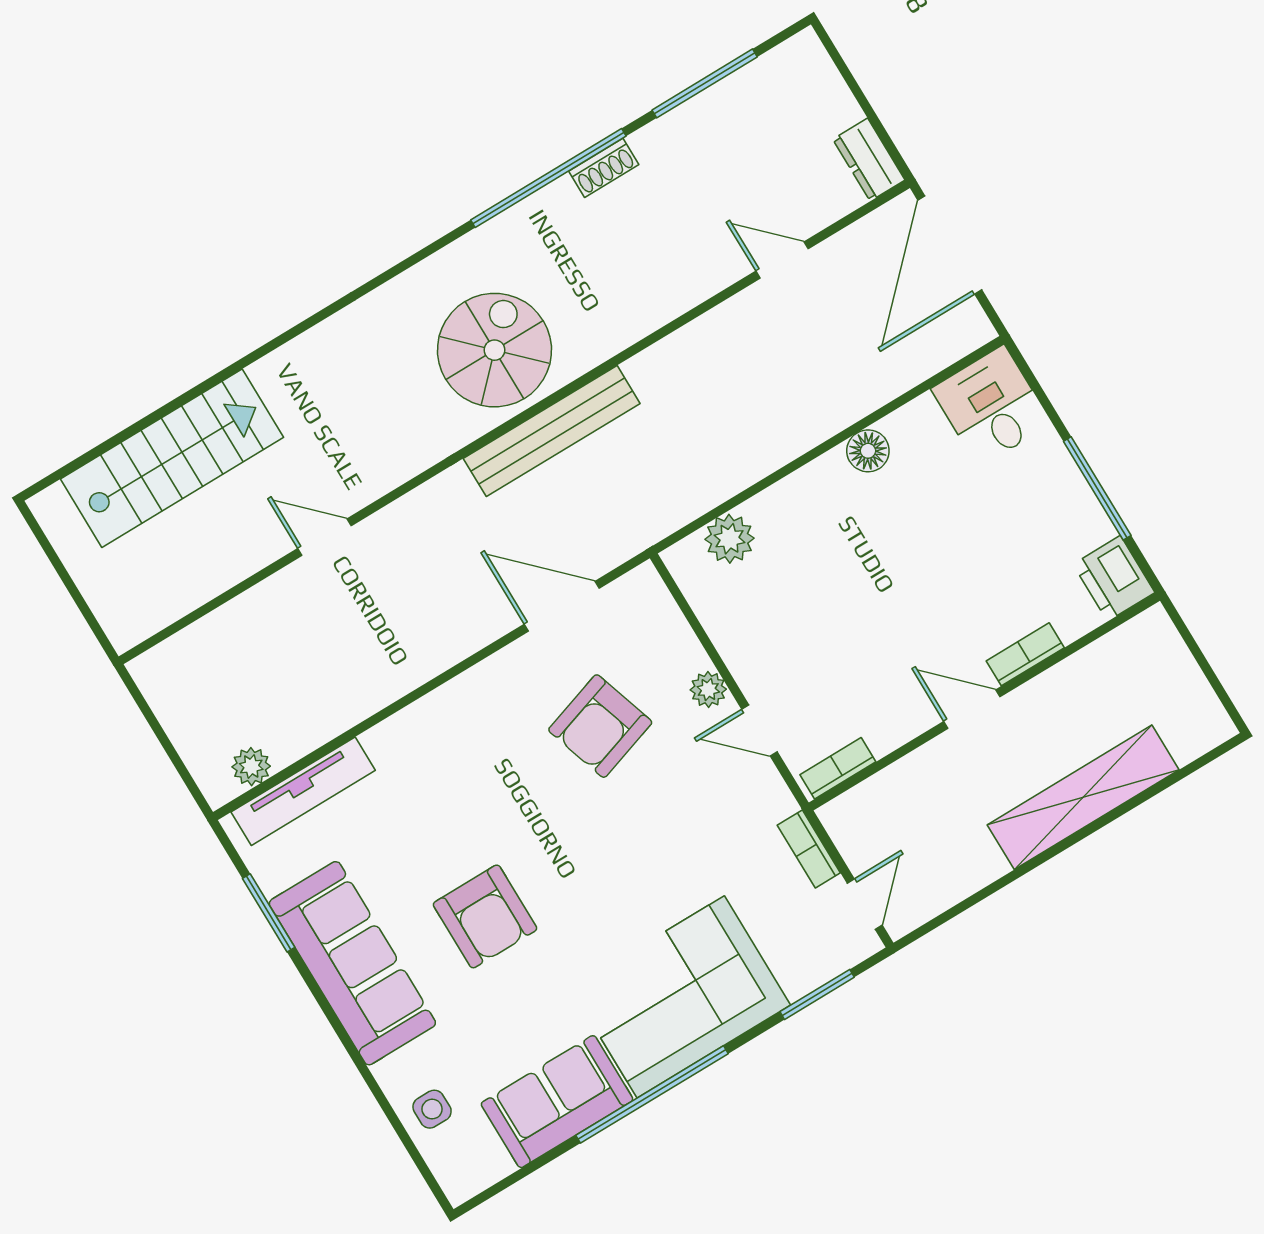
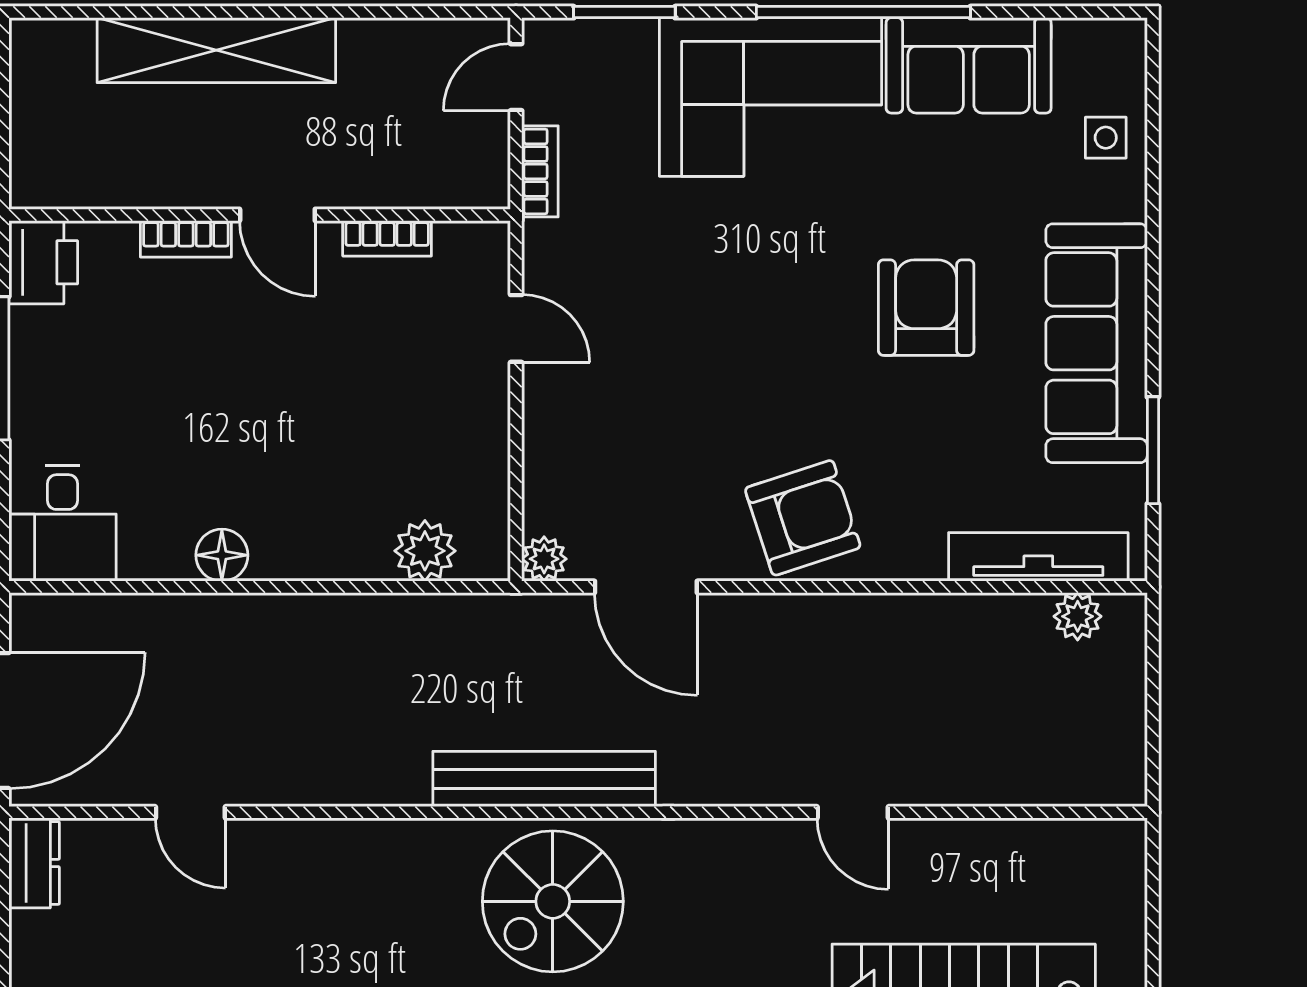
plant: (708, 689) -> (544, 559), moved
armchair: (600, 726) -> (803, 518), moved
bookcase: (838, 768) -> (387, 238), moved

